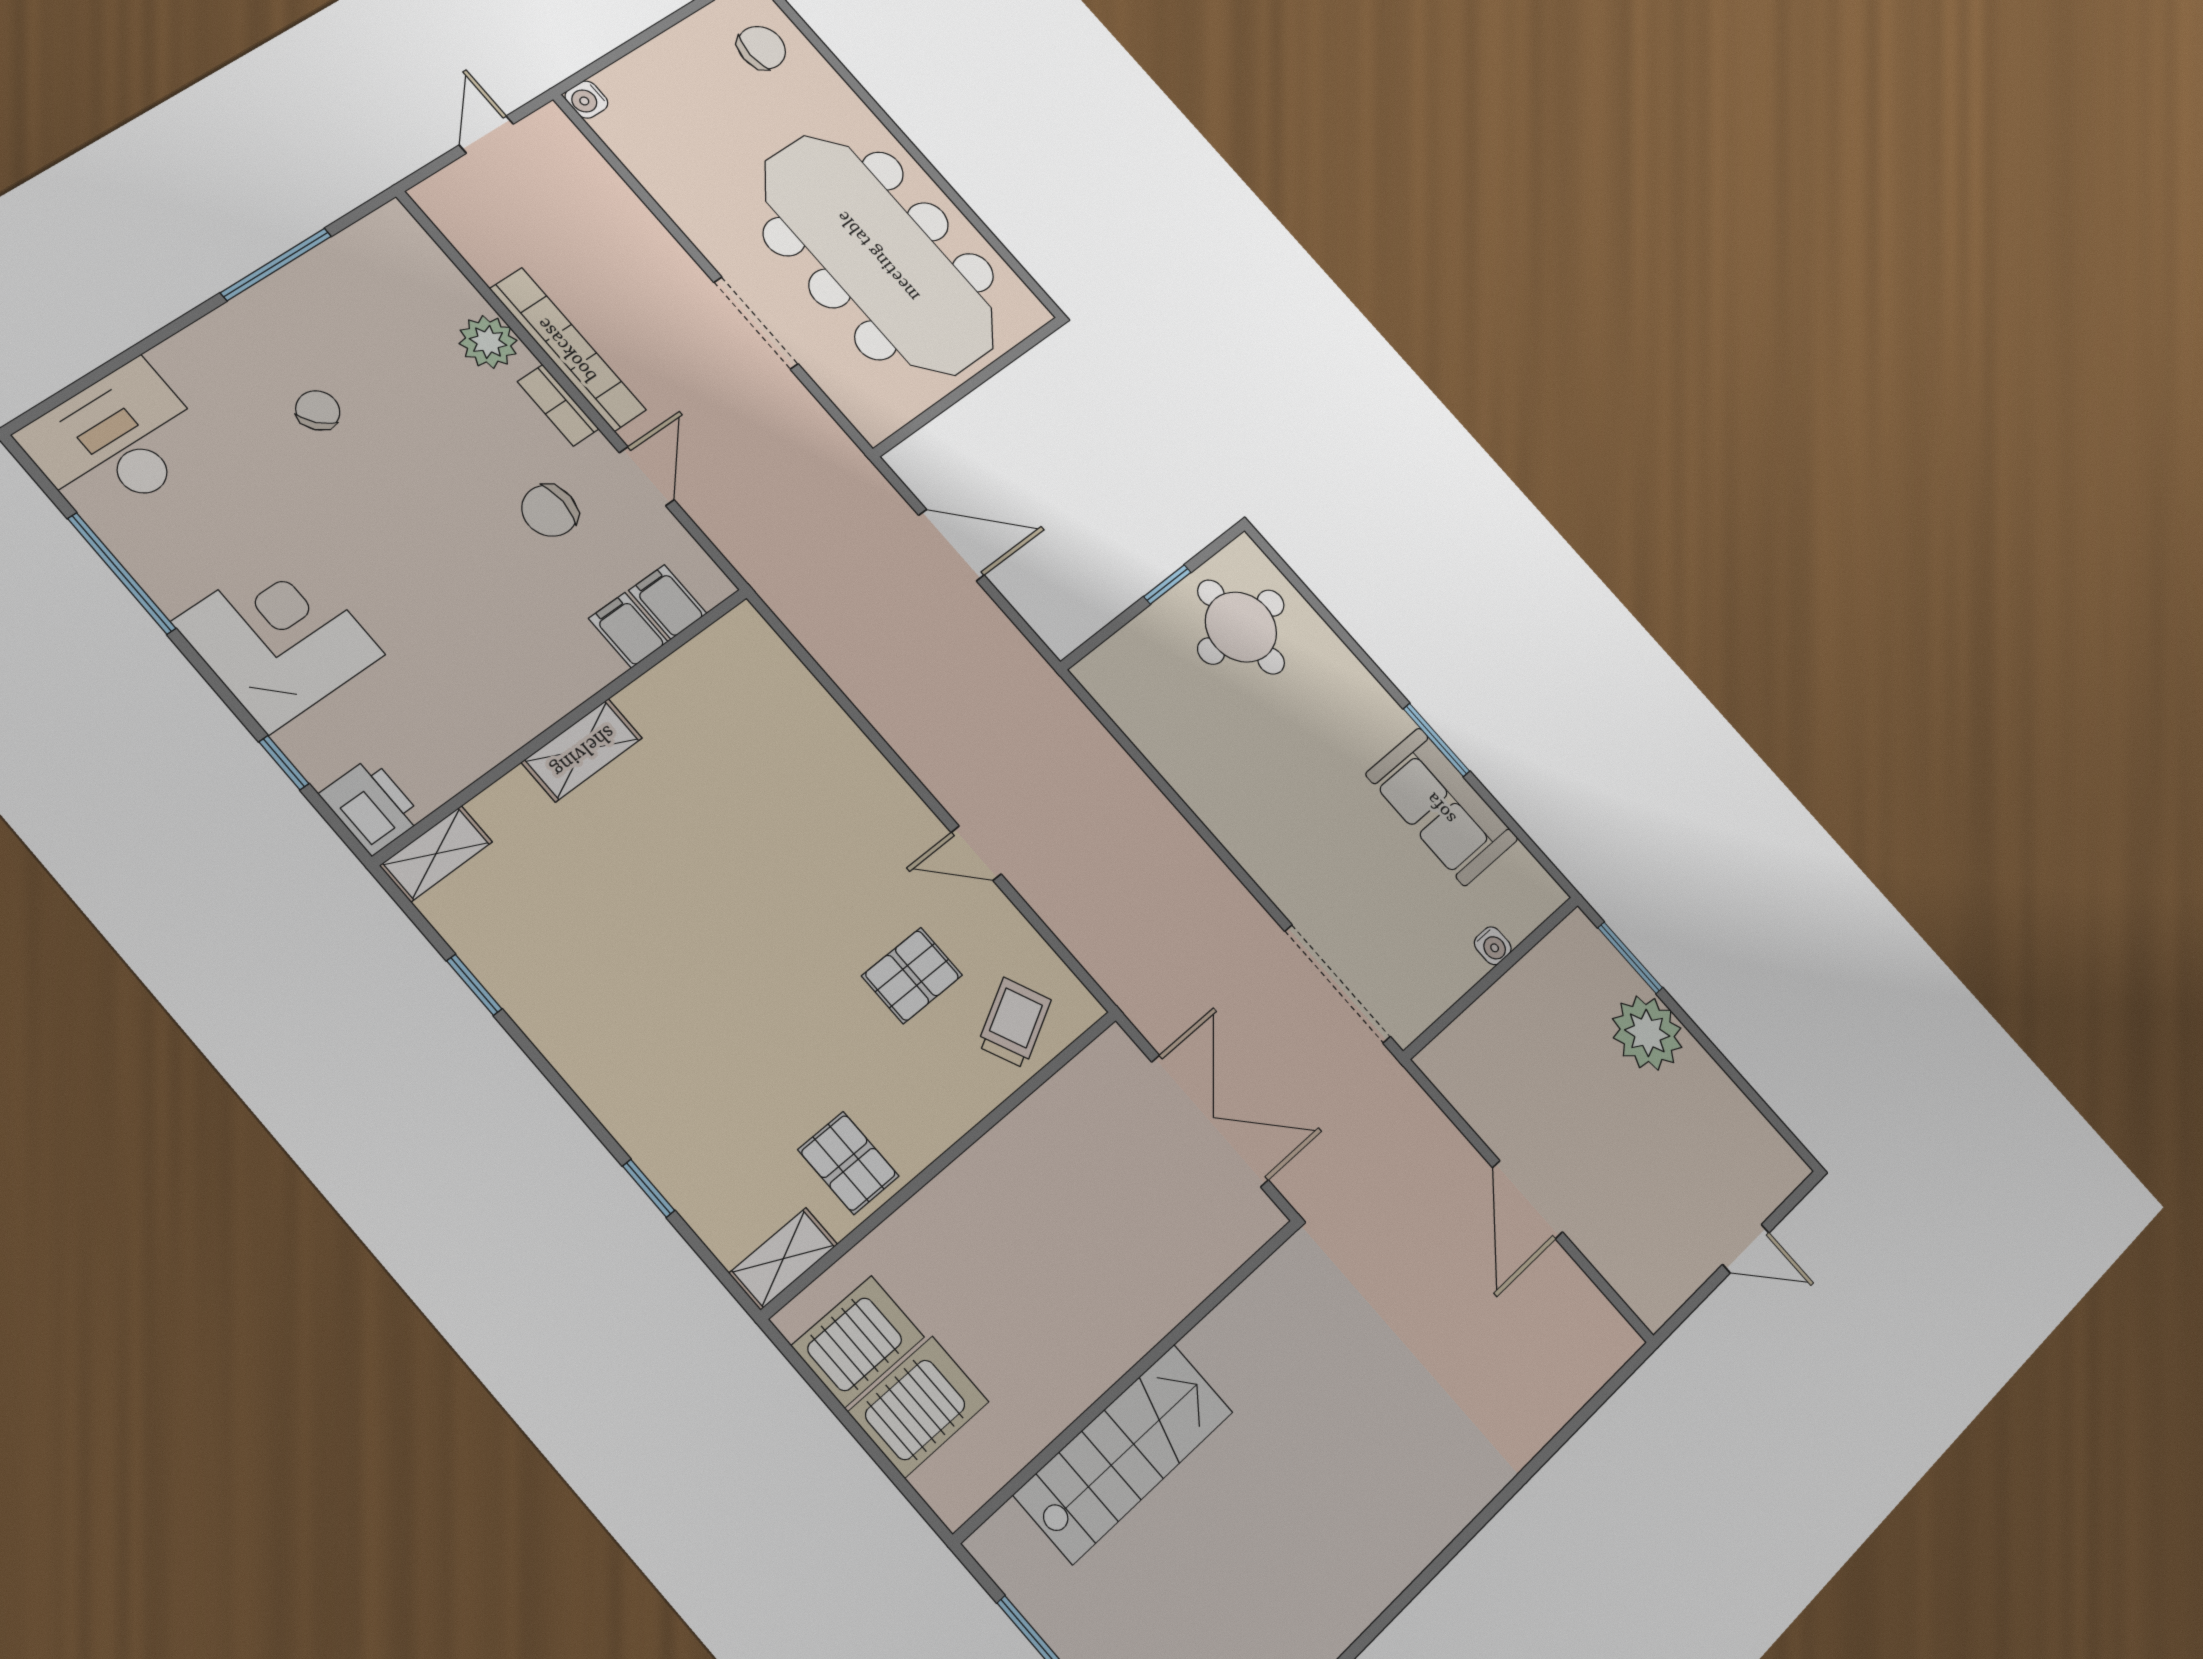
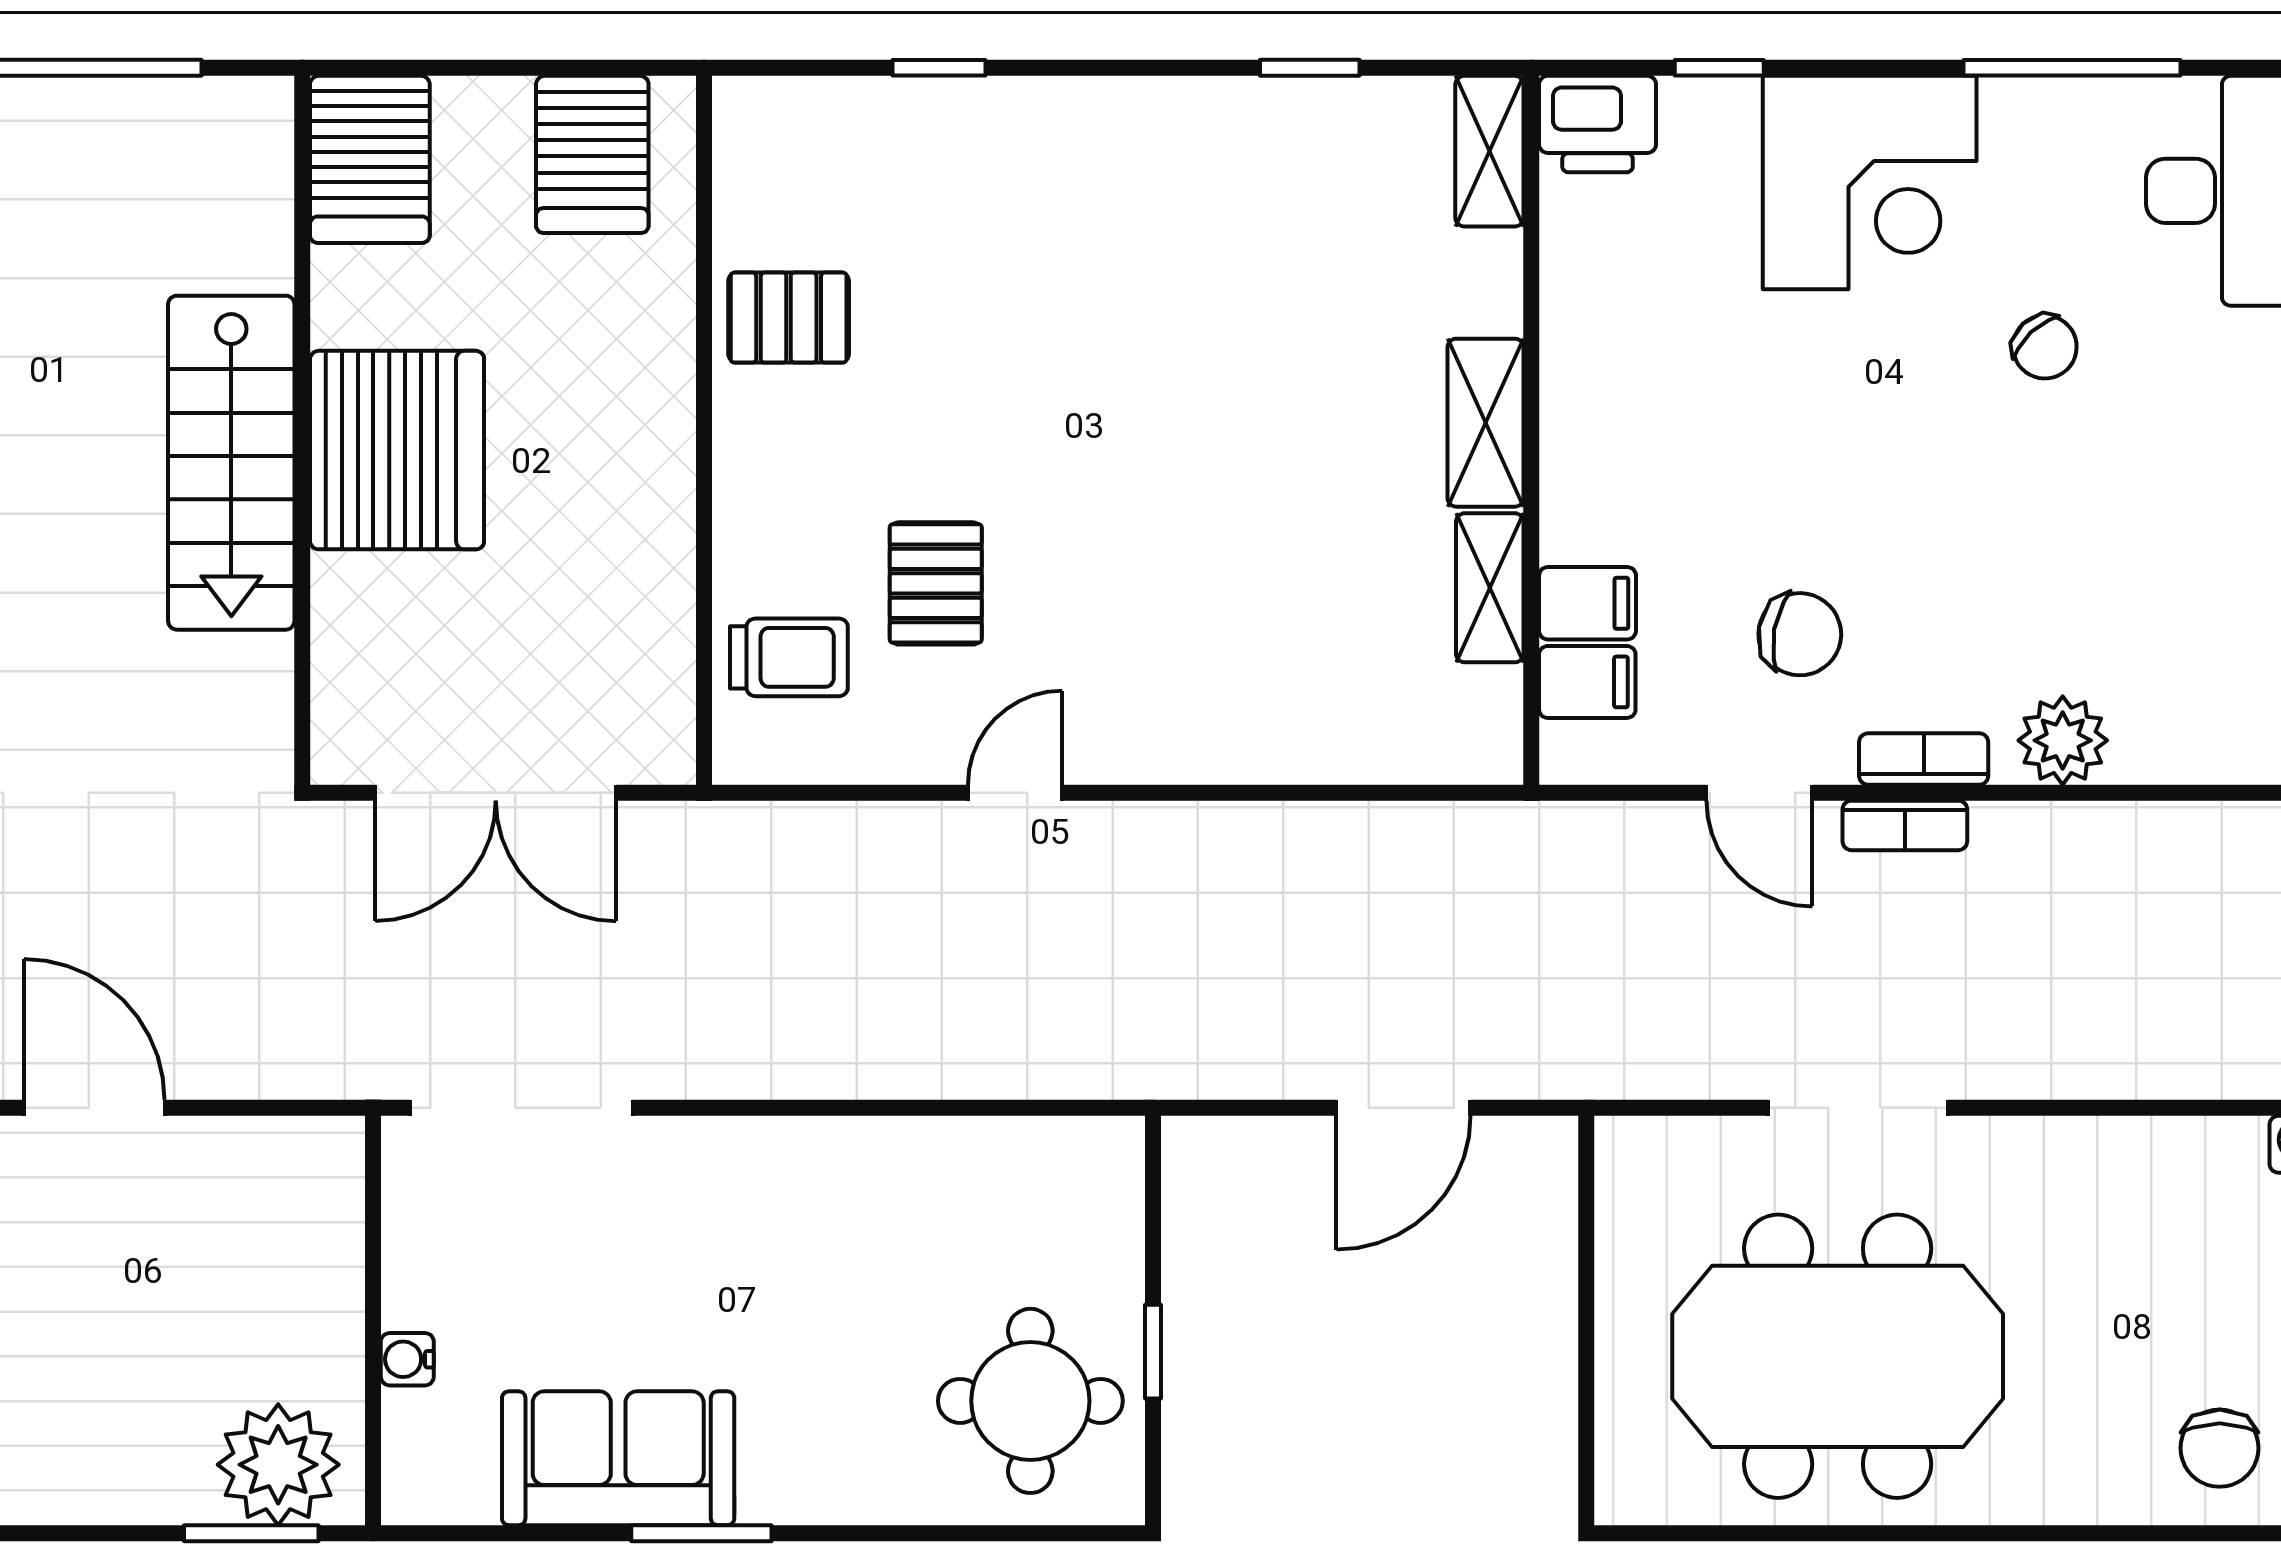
meeting table: (879, 255) -> (1838, 1356), width x0.73
bookcase: (568, 349) -> (1905, 825), width x0.43, depth x0.76
chair: (318, 410) -> (2045, 347), moved
chair: (550, 511) -> (1800, 634), turned 100
trolley: (1014, 1023) -> (789, 657), turned -64
plant: (1647, 1033) -> (278, 1465), moved
shelving: (783, 1259) -> (1490, 588), moved
server rack: (1096, 1317) -> (397, 450), added
server rack: (919, 1407) -> (370, 159), moved
stairs: (1124, 1453) -> (231, 463), moved

